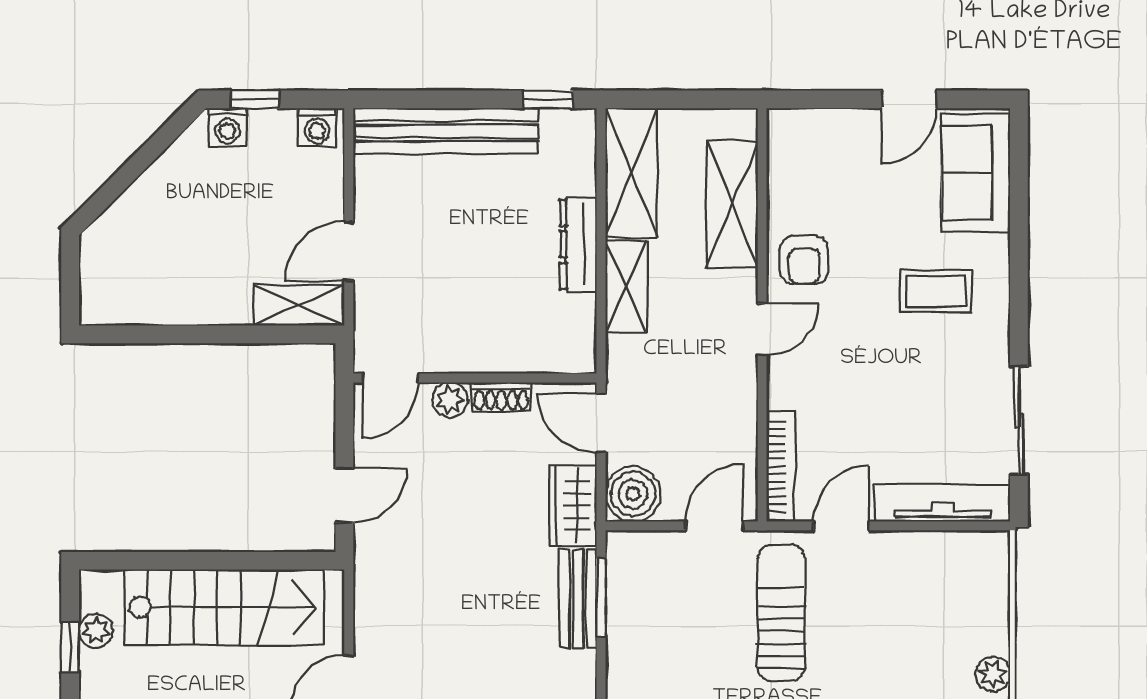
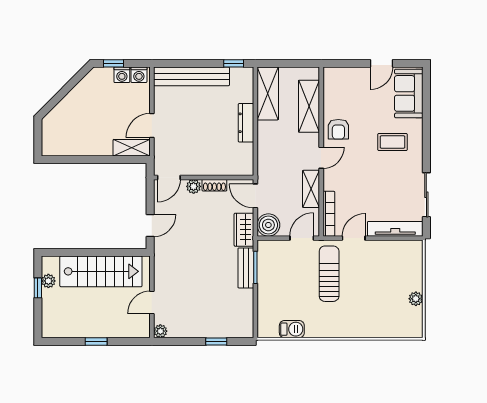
washing machine: (228, 127) -> (122, 75), moved
shelving: (626, 287) -> (311, 189), moved

